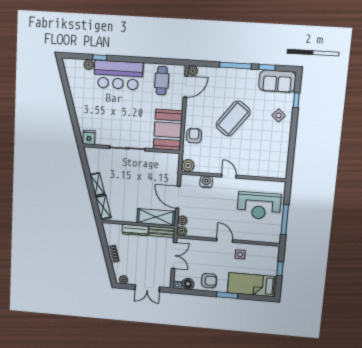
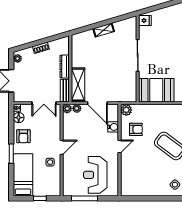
armchair: (194, 136) -> (136, 129), moved
door: (178, 197) -> (97, 103), swing flipped
shelving: (103, 207) -> (83, 36), removed

